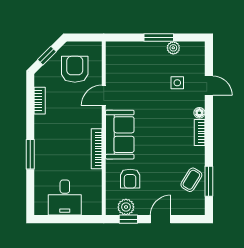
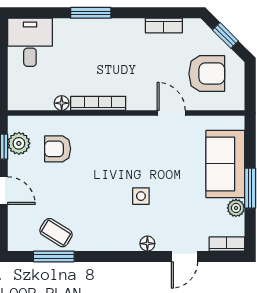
side table: (177, 83) -> (141, 196), moved
bookcase: (200, 133) -> (227, 244), moved
sofa: (120, 135) -> (225, 164), moved, turned 90
floor lamp: (96, 176) -> (62, 103), added
desk: (65, 198) -> (30, 42), moved, turned 90

